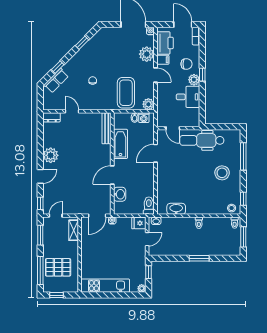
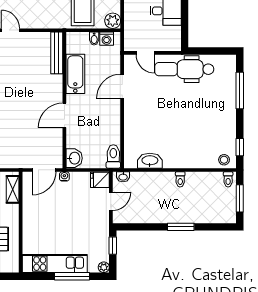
stool: (222, 173) -> (211, 113), removed
washbasin: (120, 194) -> (74, 158), moved
window: (118, 295) -> (72, 276), added

